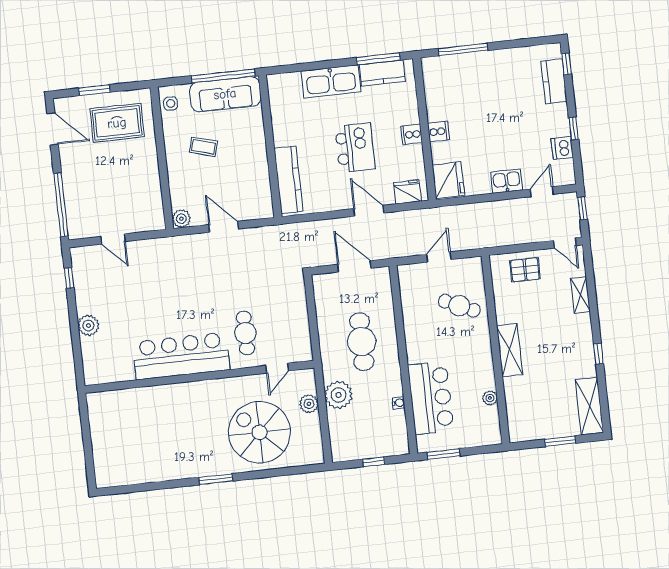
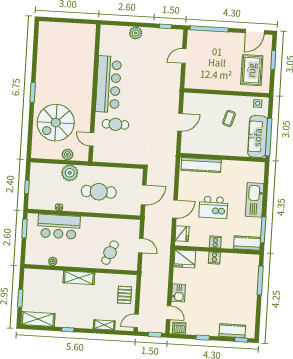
kitchen counter: (382, 73) -> (247, 243), moved, turned 90
dishwasher: (562, 148) -> (179, 328), moved
plant: (181, 219) -> (189, 98), removed
spiral stairs: (259, 432) -> (56, 123), turned 180

